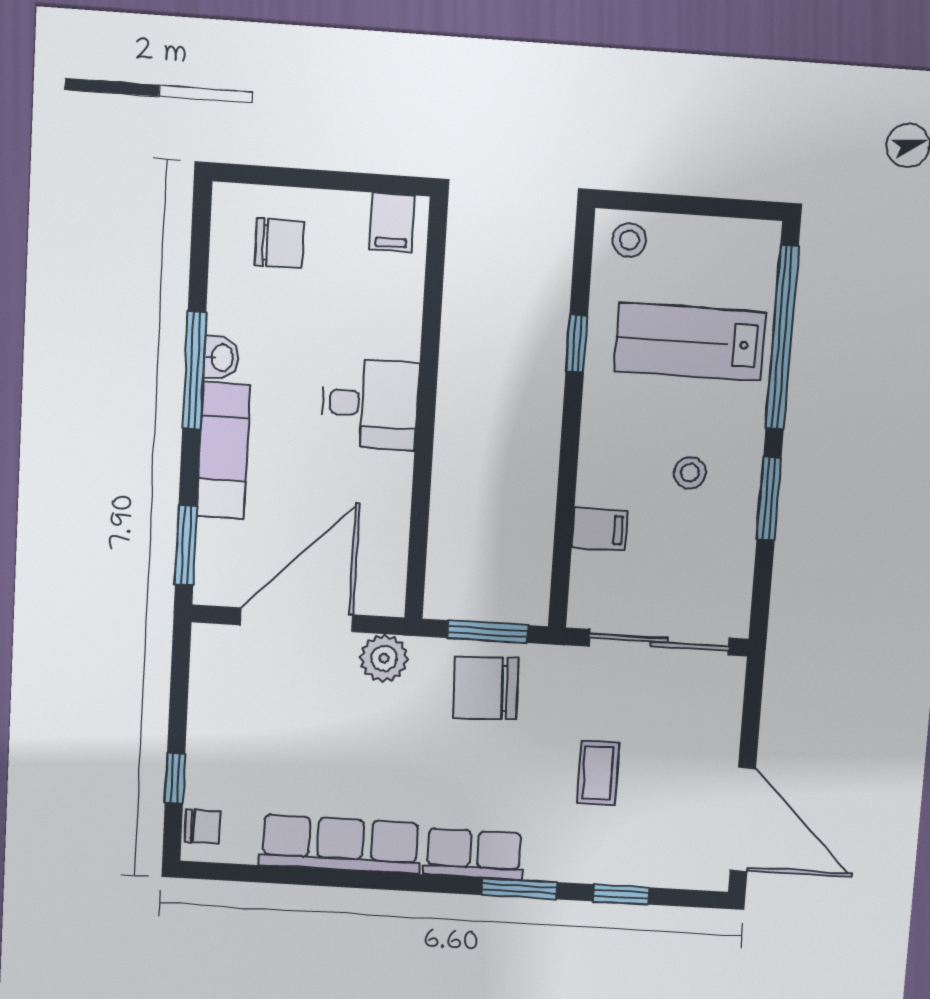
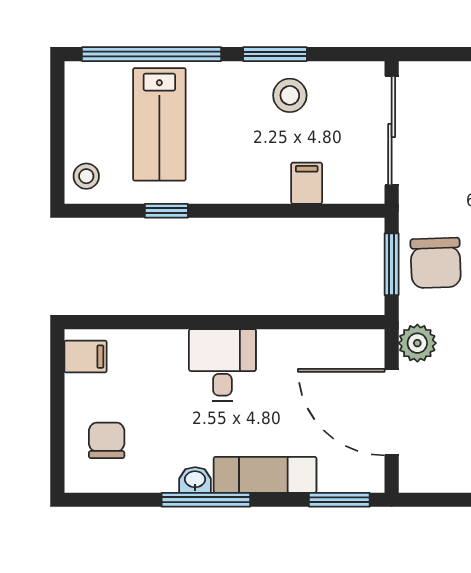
stool: (690, 473) -> (290, 95), moved, width x1.37, depth x1.37

